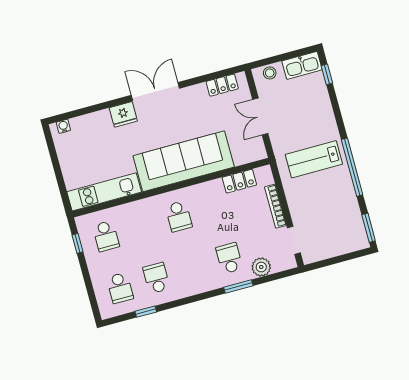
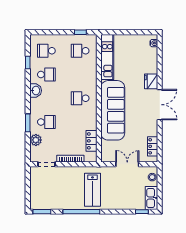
lab bench: (314, 159) -> (92, 190), turned 180
washbasin: (186, 288) -> (36, 91), added

